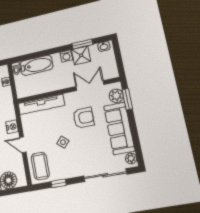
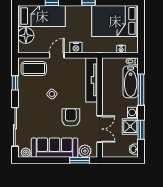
window: (42, 53) -> (141, 90), added
armchair: (83, 118) -> (71, 117), turned 180

